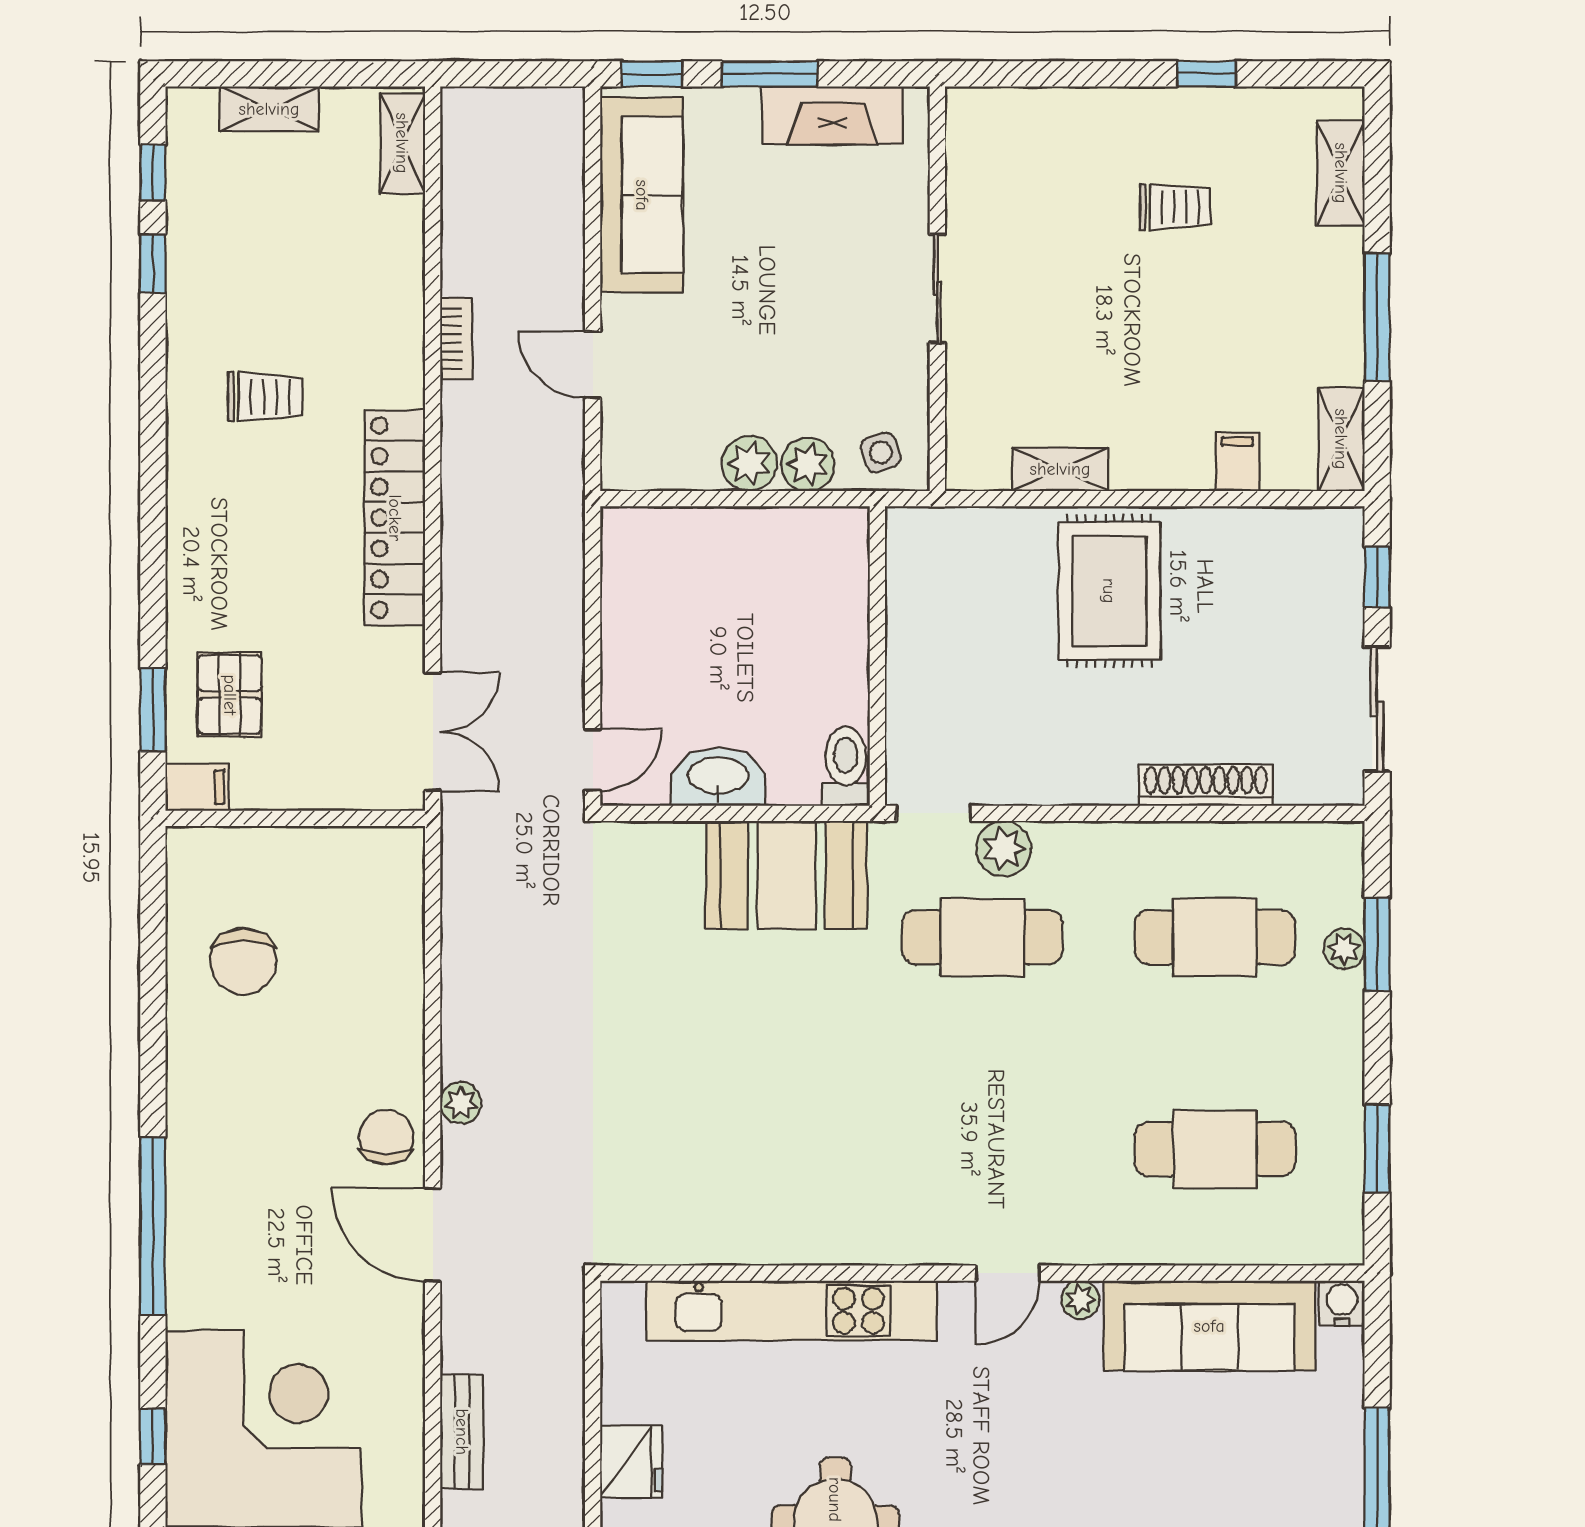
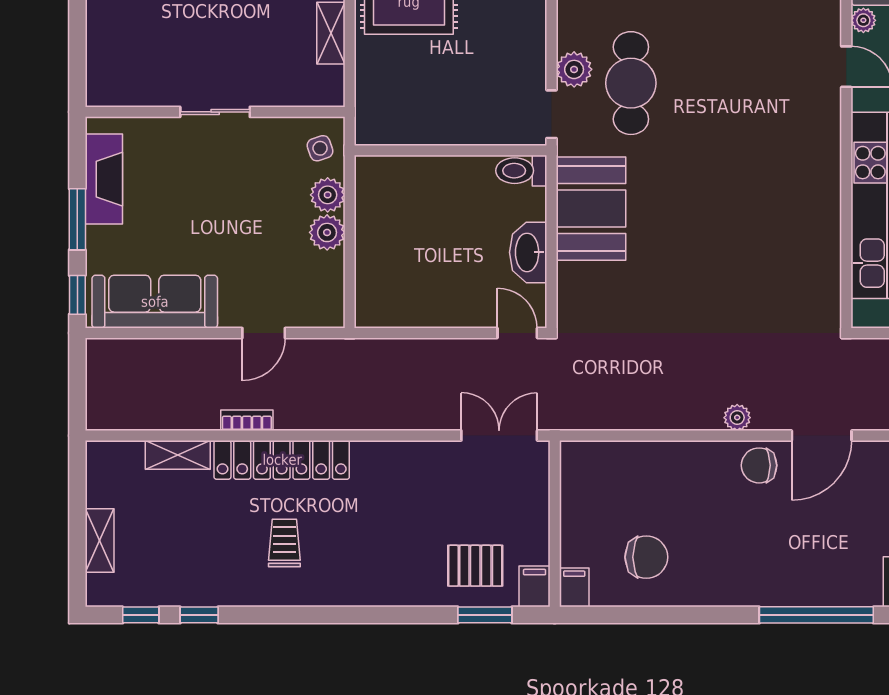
shelving: (402, 143) -> (178, 455), moved
locker: (395, 518) -> (282, 460), moved
filing cabinet: (196, 849) -> (574, 587), added

